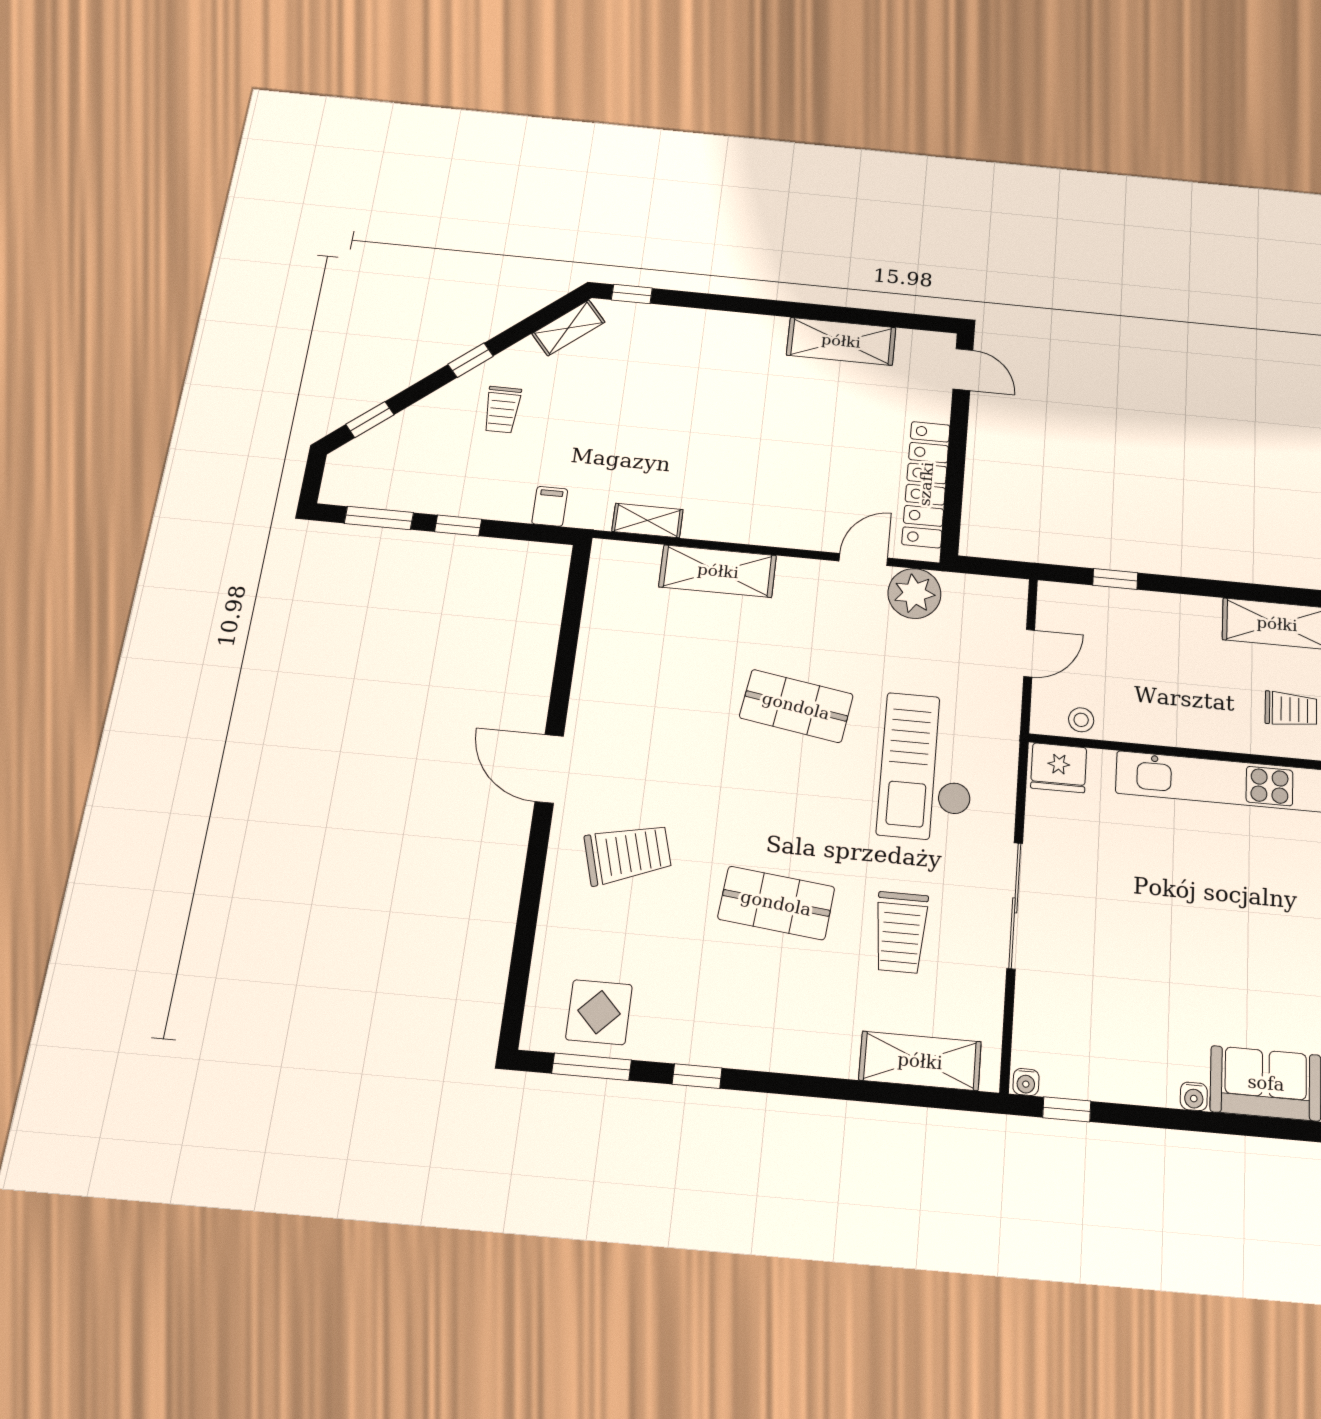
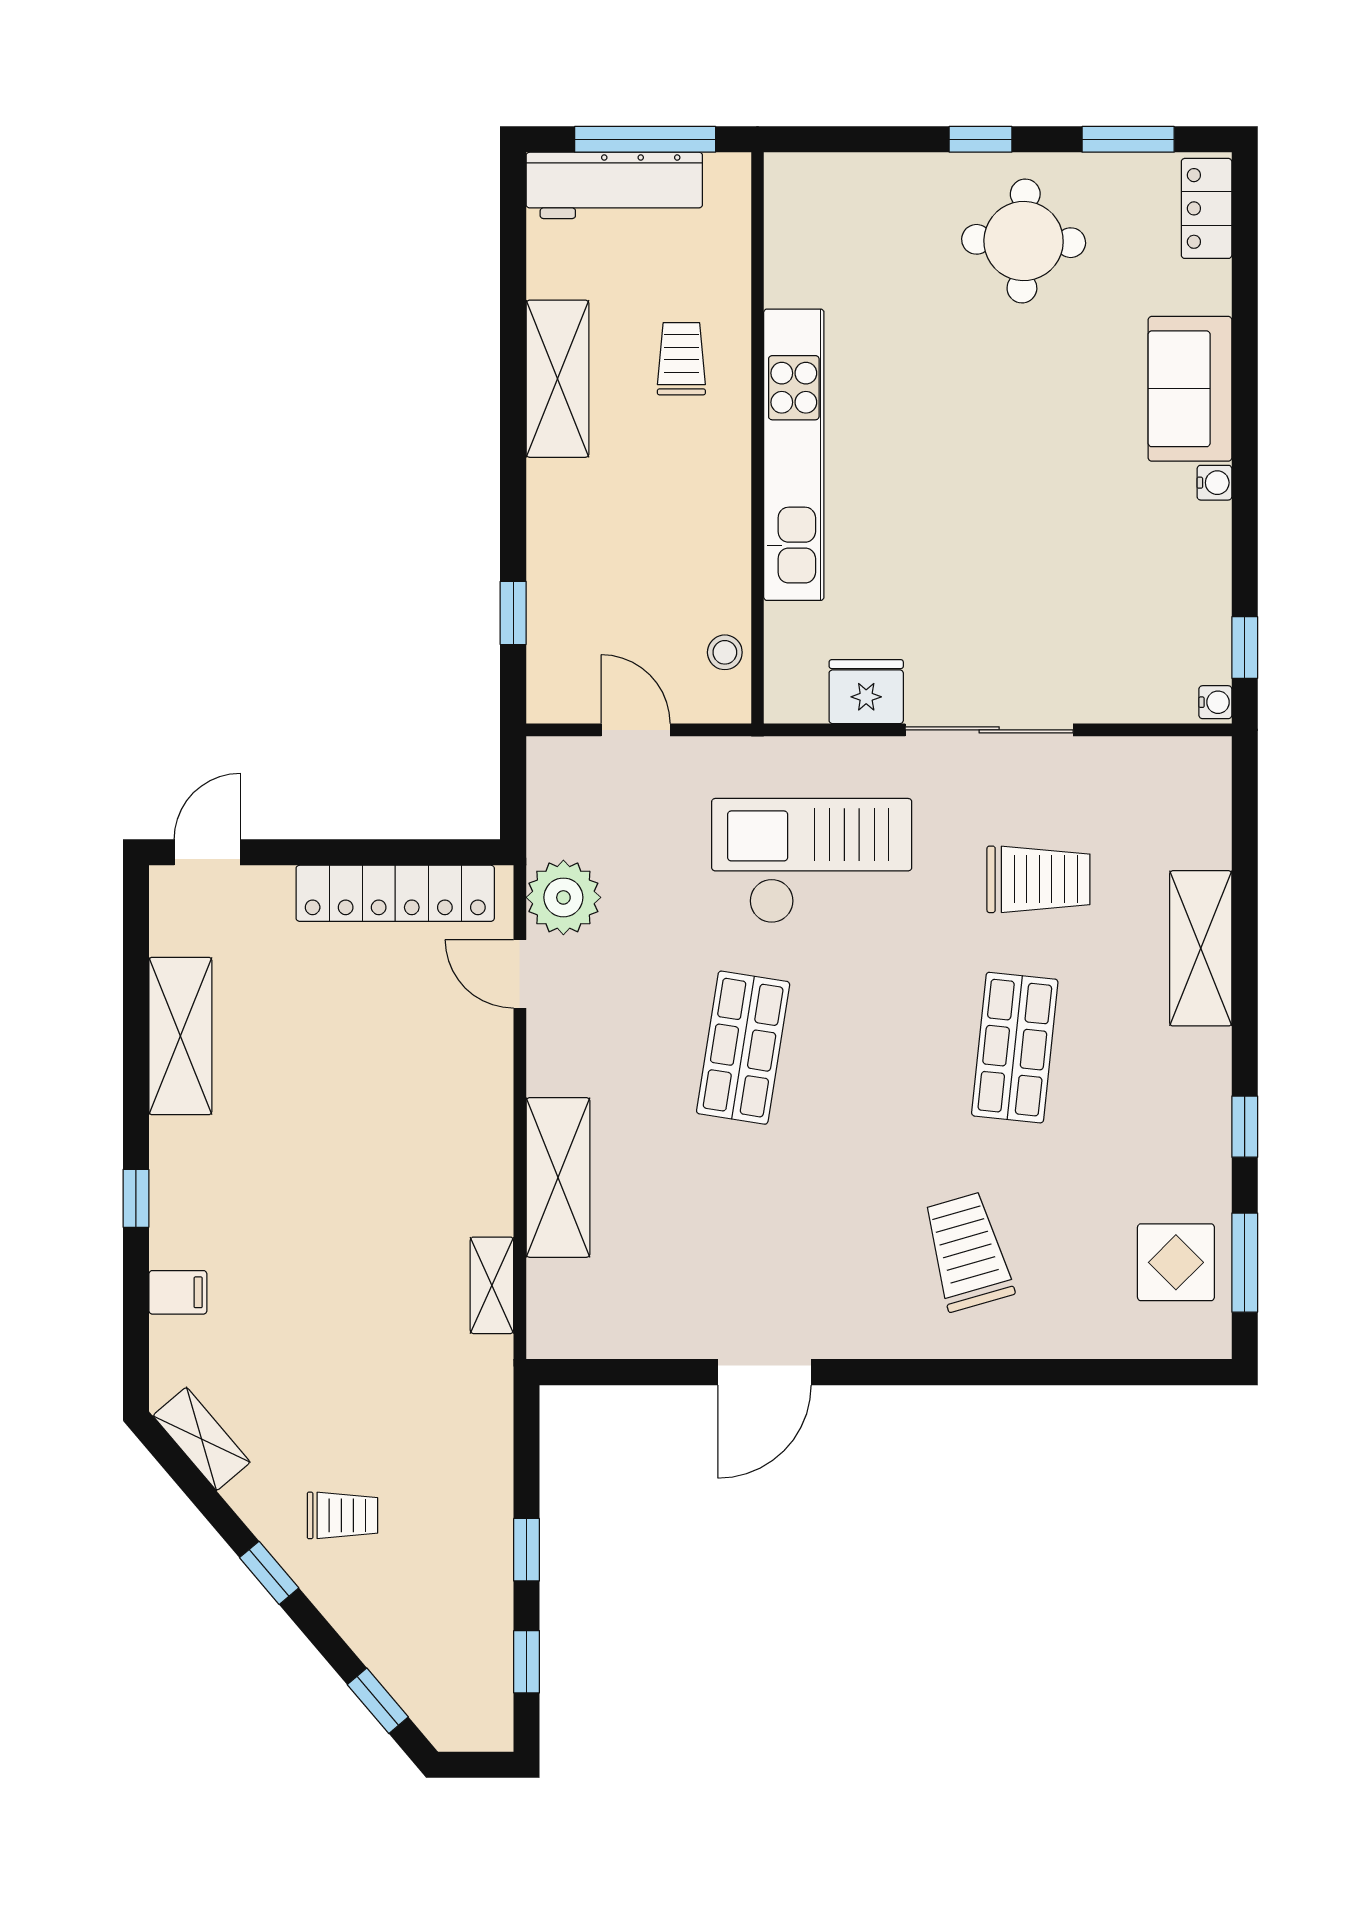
window: (632, 294) -> (136, 1198), moved
filing cabinet: (550, 506) -> (178, 1292), moved, turned 180
window: (379, 518) -> (527, 1662), width x0.67
checkout: (927, 767) -> (812, 861), turned 180
fridge: (1059, 768) -> (866, 692), moved, turned -90
door: (549, 769) -> (764, 1372), moved
shelving: (920, 1061) -> (1201, 948), moved

